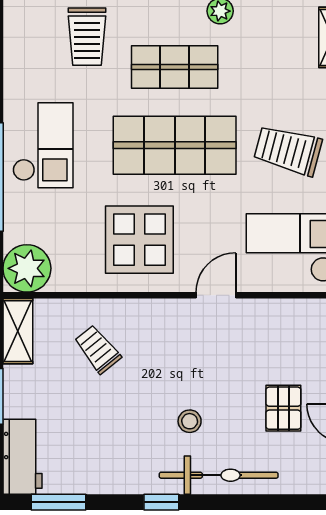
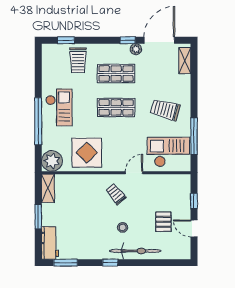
shop shelf: (175, 145) -> (116, 107), width x0.70, depth x0.74
display table: (139, 240) -> (87, 153), moved
trolley: (98, 349) -> (116, 194), moved

